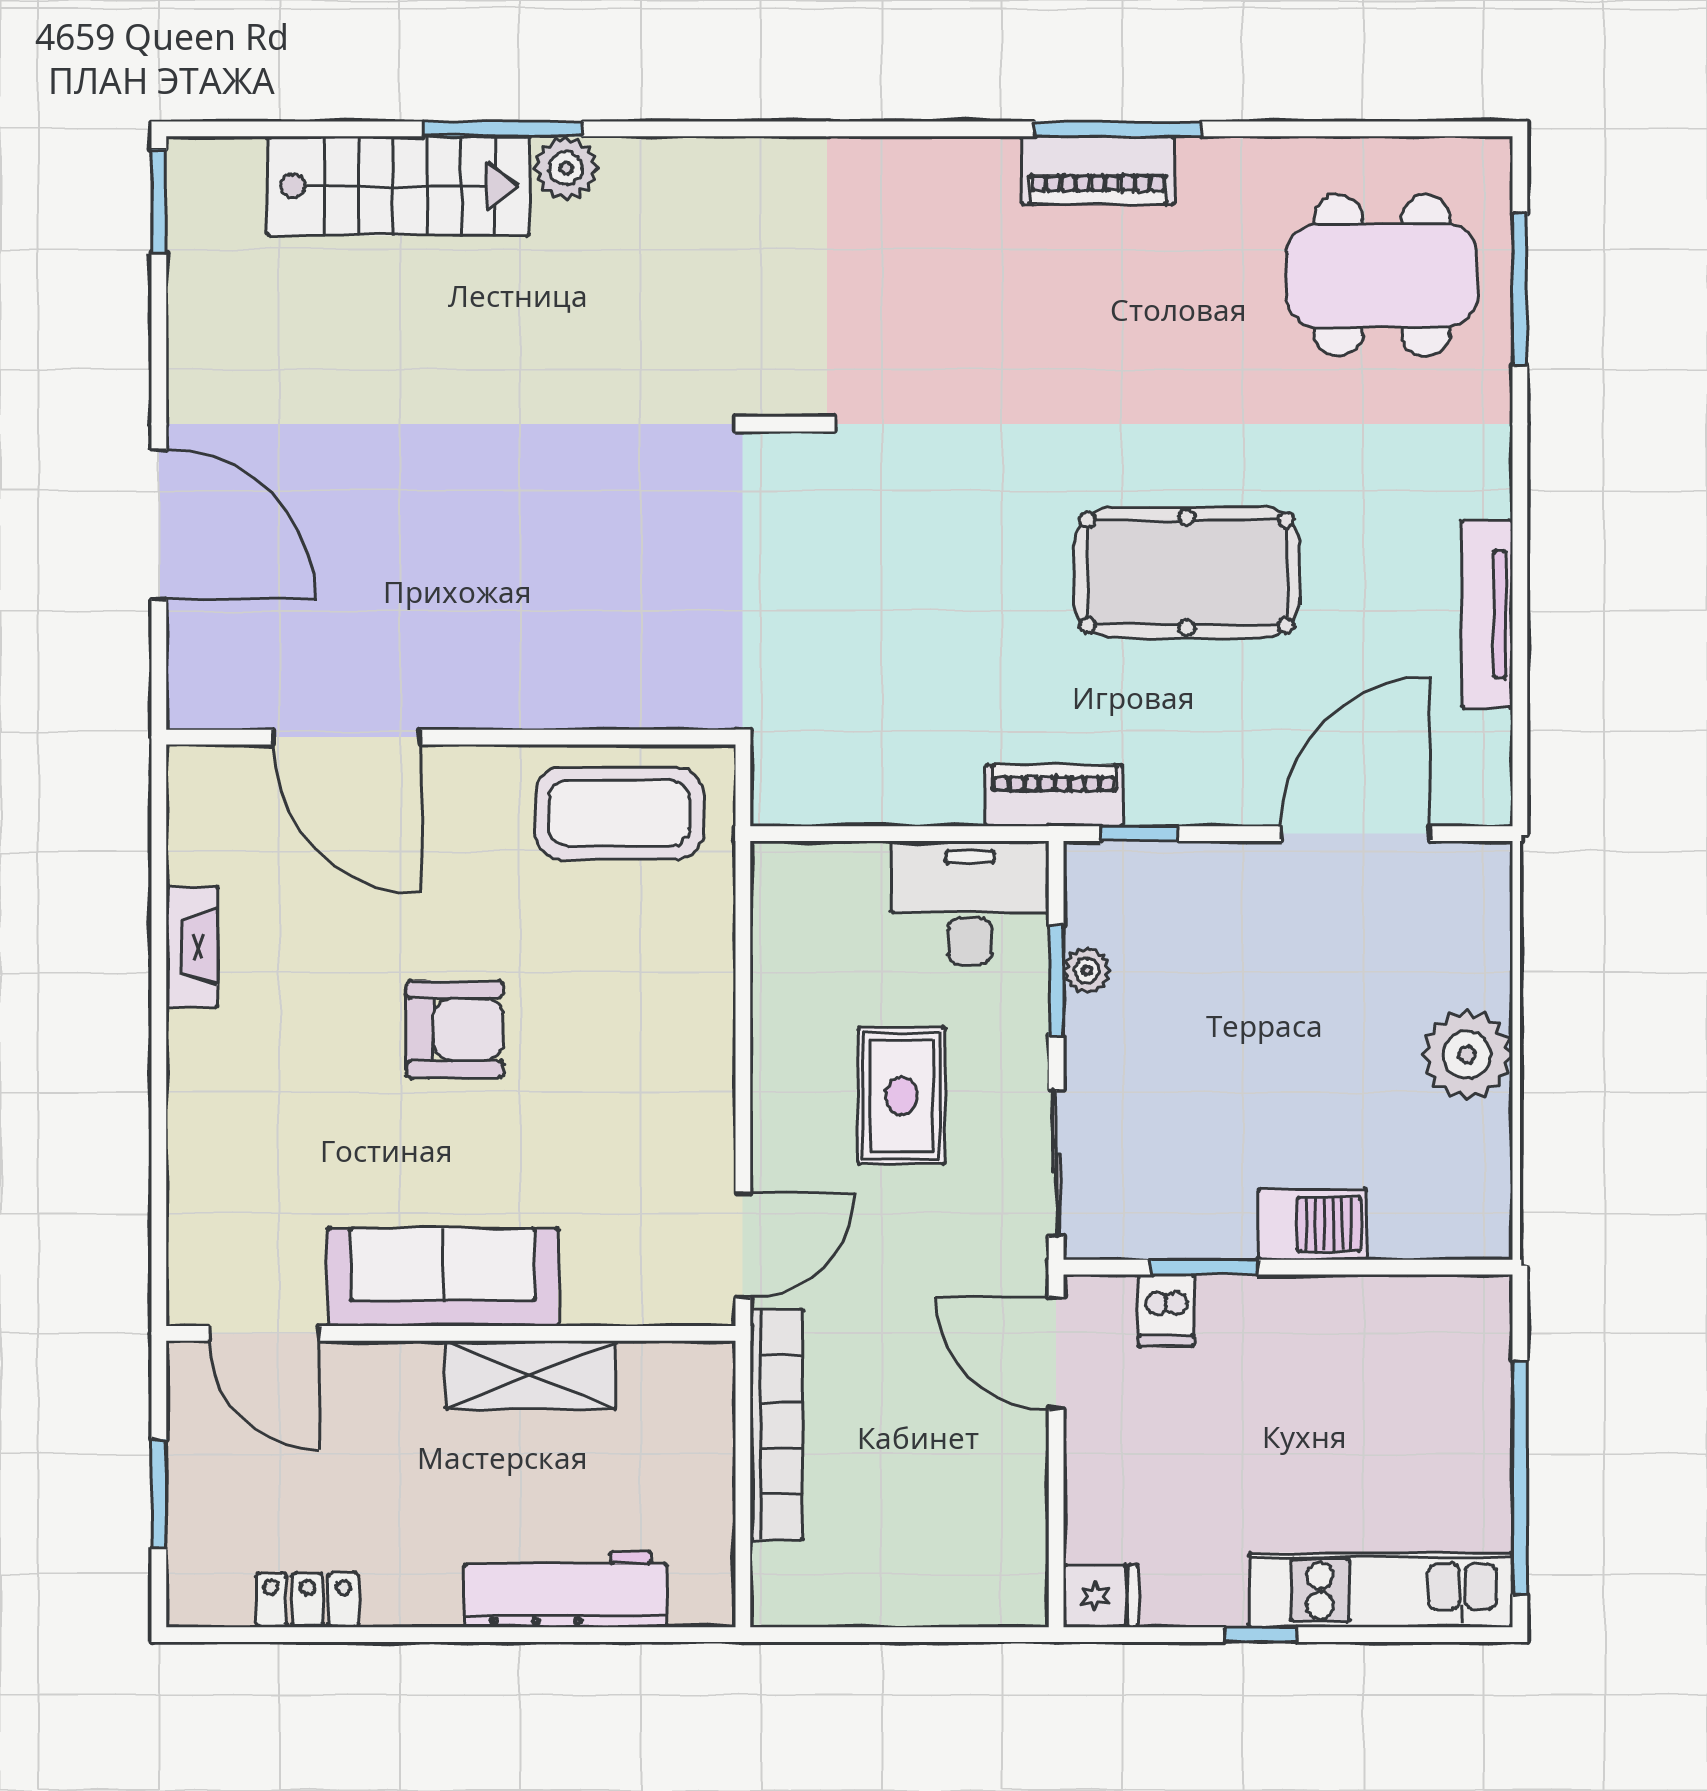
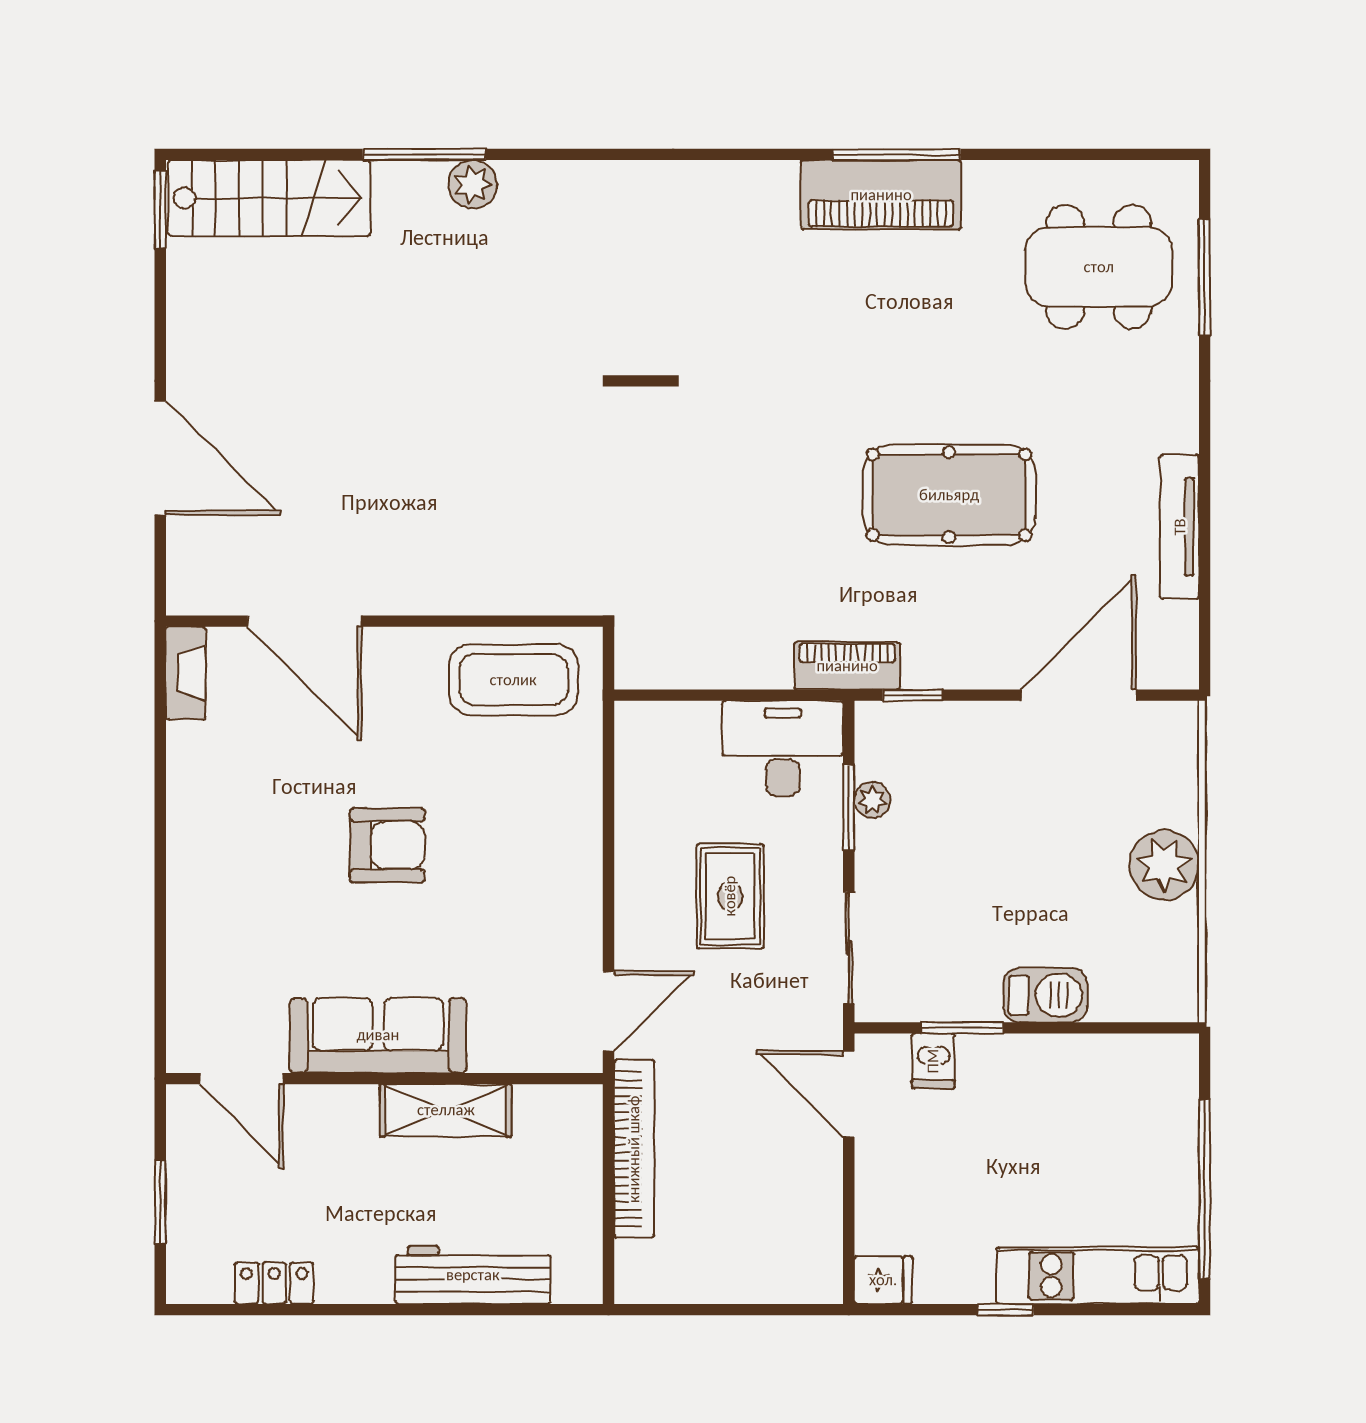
piano: (1098, 170) -> (881, 195), width x1.37, depth x1.33
stairs: (398, 186) -> (269, 198), moved
fireplace: (192, 947) -> (186, 673), moved

